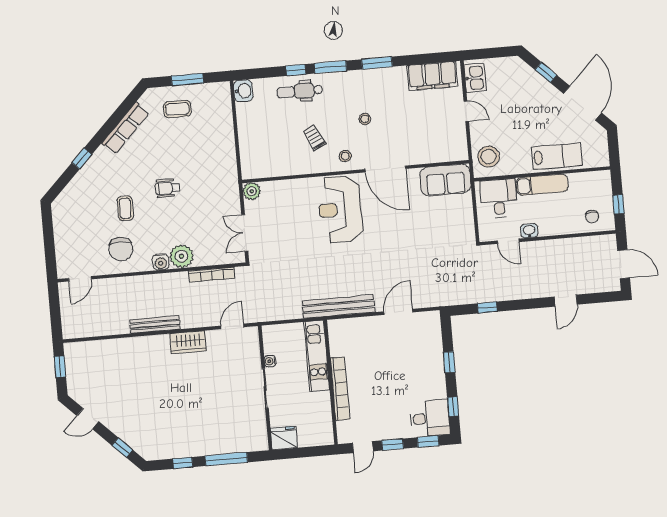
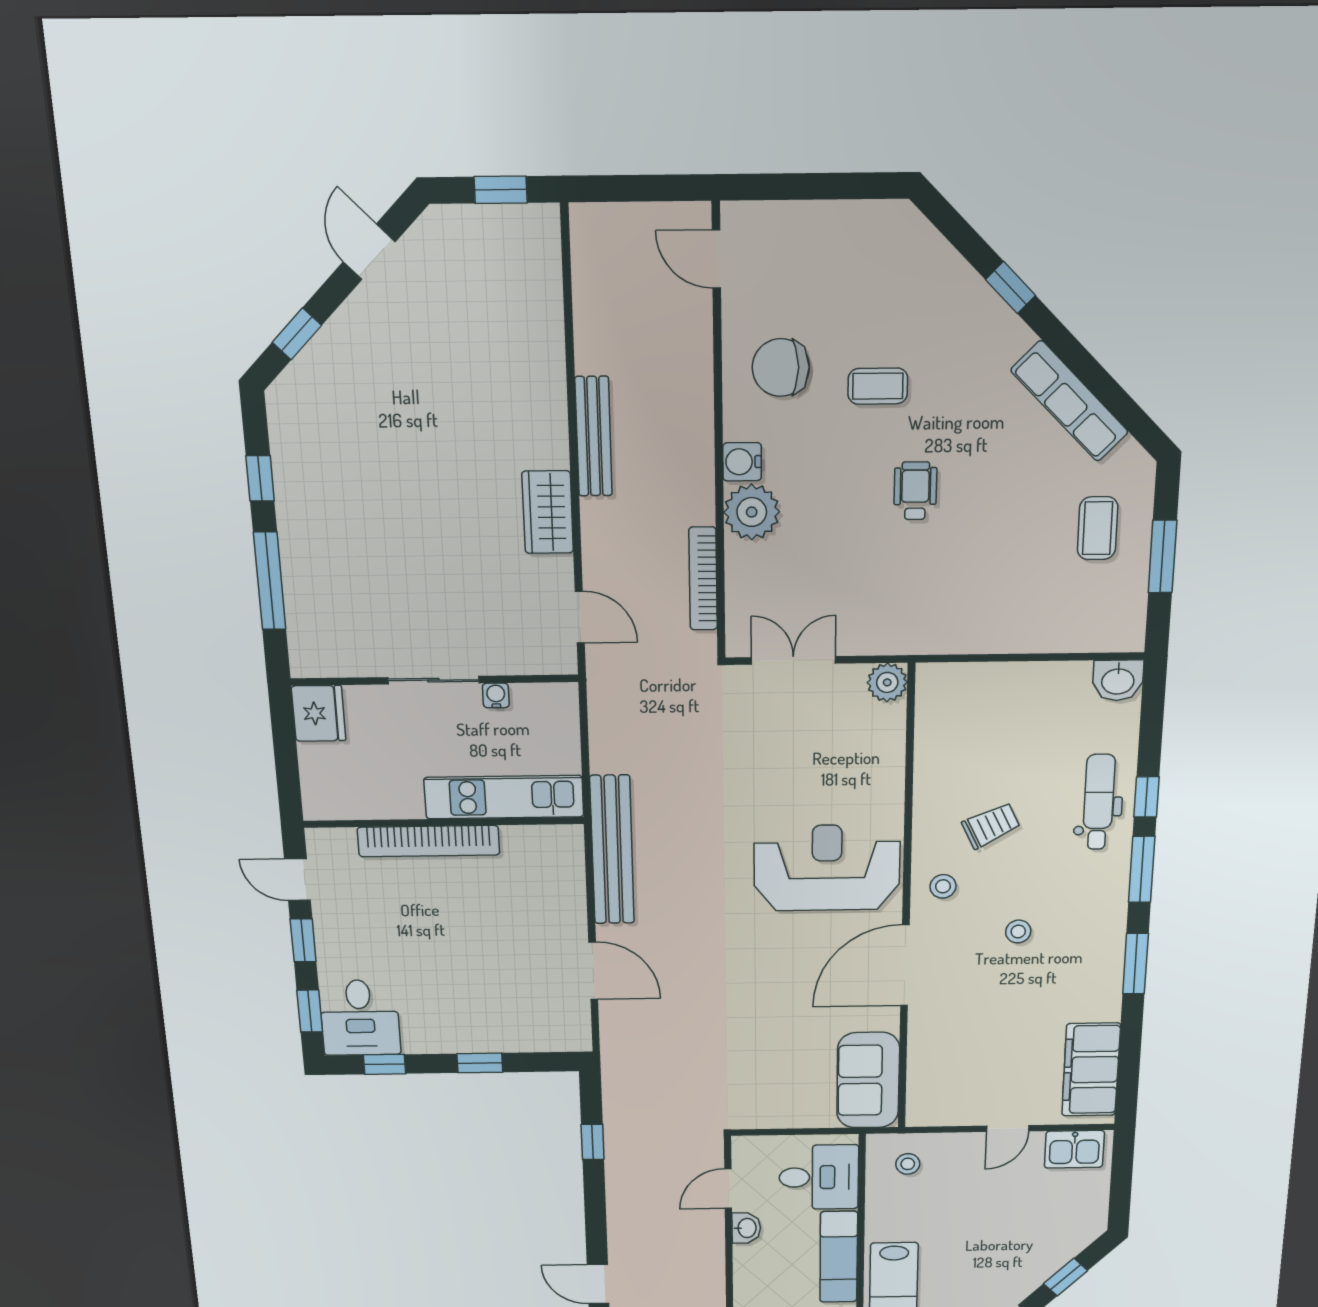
stool: (489, 157) -> (908, 1164), width x0.53, depth x0.53

